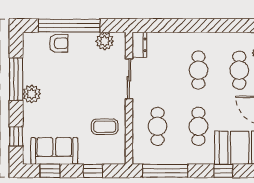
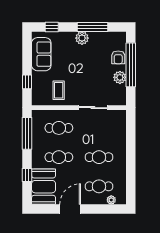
plant: (105, 41) -> (120, 77), moved
dresser: (139, 45) -> (117, 115), removed
window: (50, 171) -> (27, 51), removed

